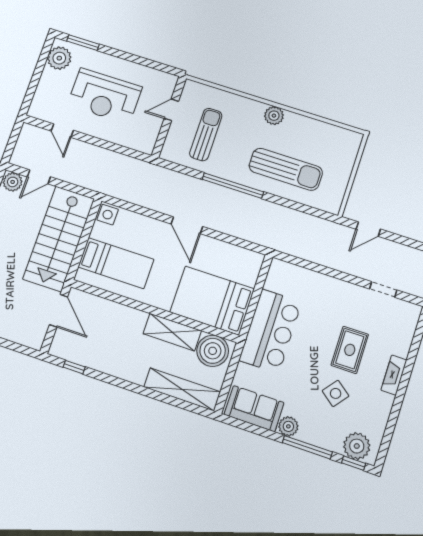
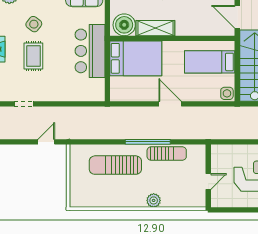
plant: (274, 116) -> (154, 200), moved
sun lounger: (206, 135) -> (167, 154), moved, turned -90

